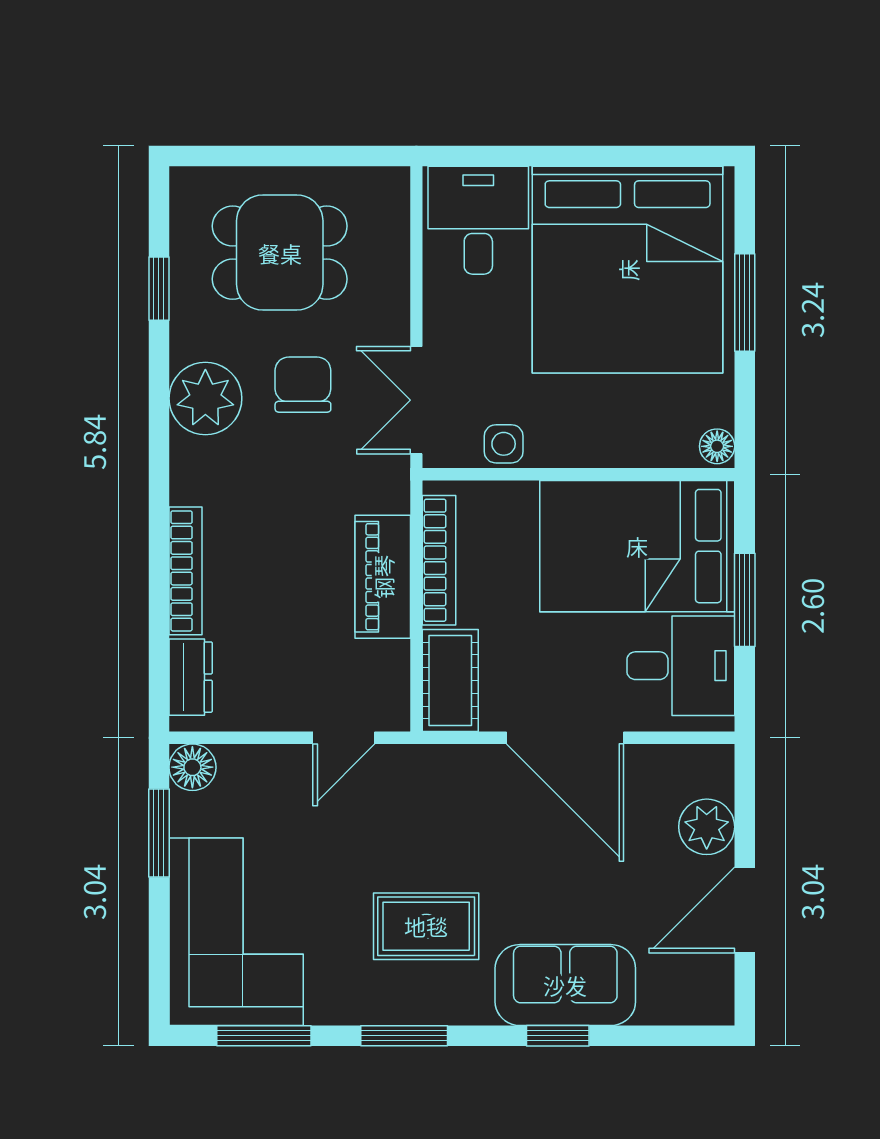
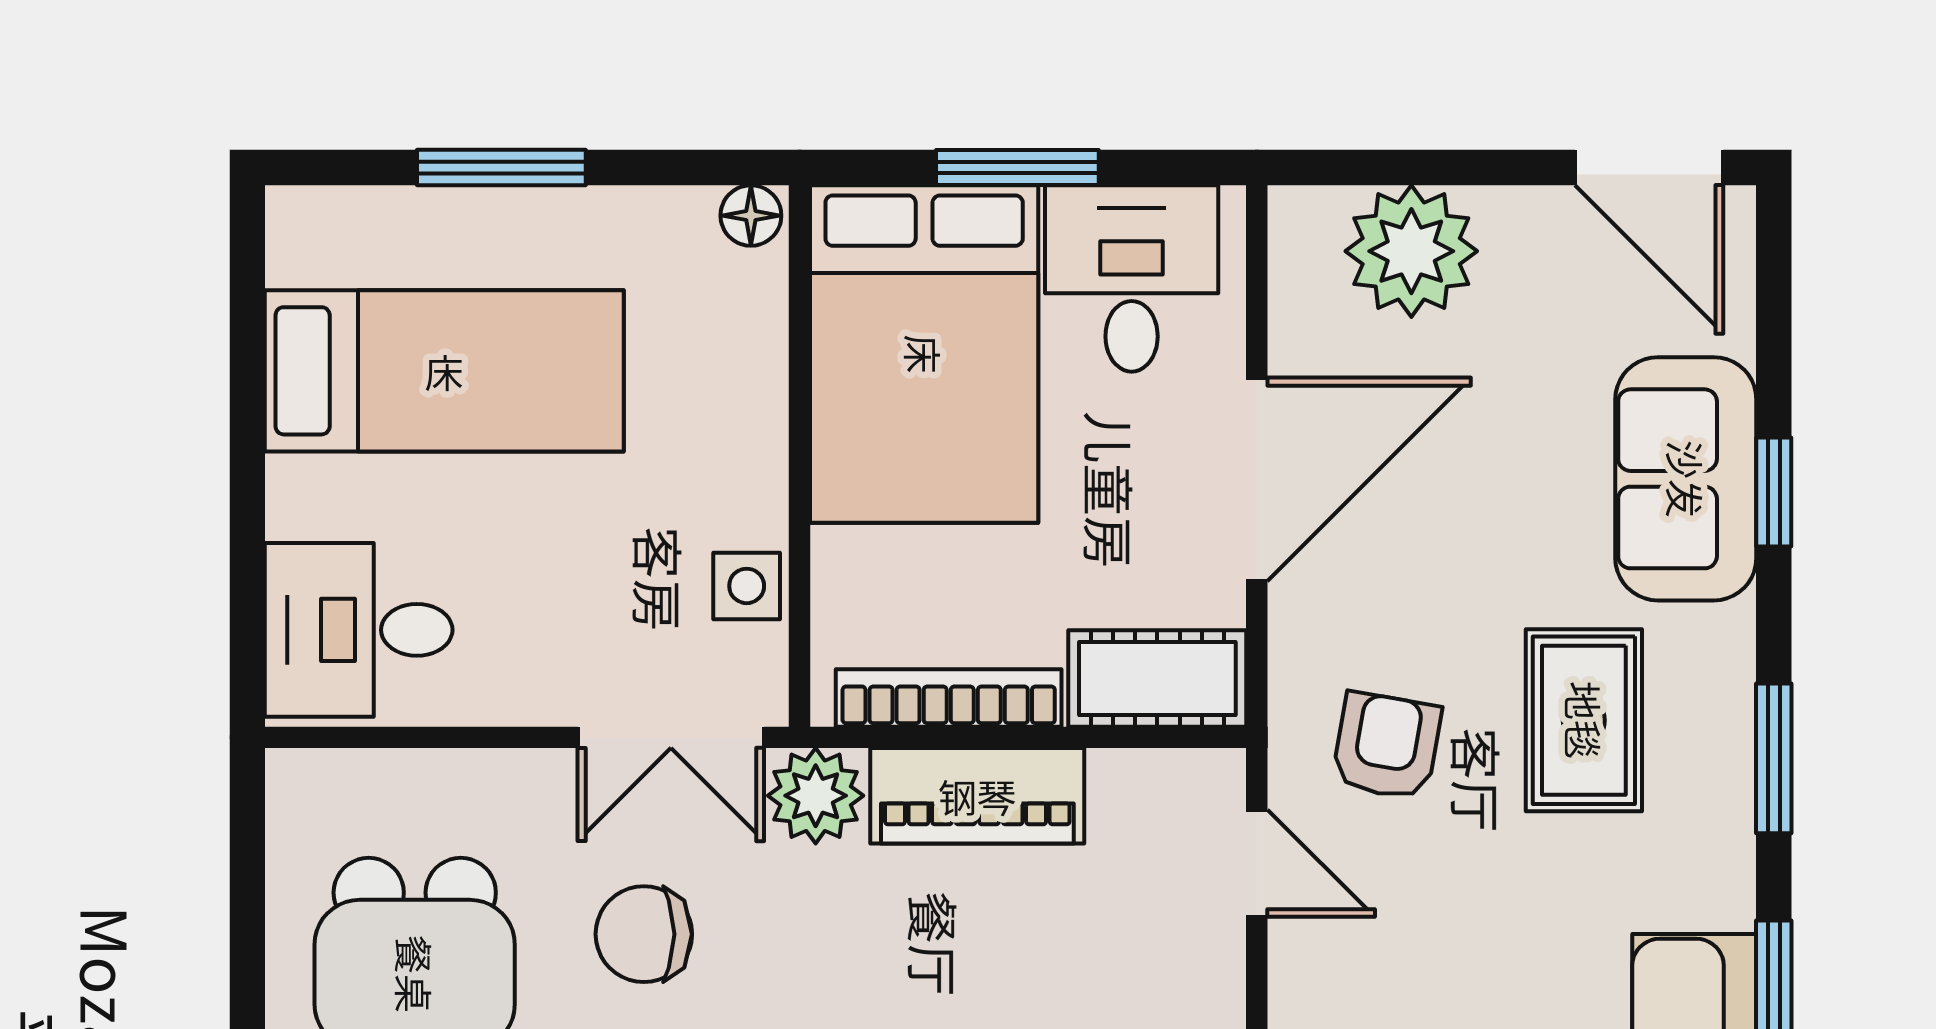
bed: (628, 270) -> (444, 371), width x0.49
plant: (383, 484) -> (816, 796), added
armchair: (411, 813) -> (1387, 746), added
plant: (707, 827) -> (1411, 251), width x1.36, depth x1.36
door: (745, 910) -> (1649, 168), moved

